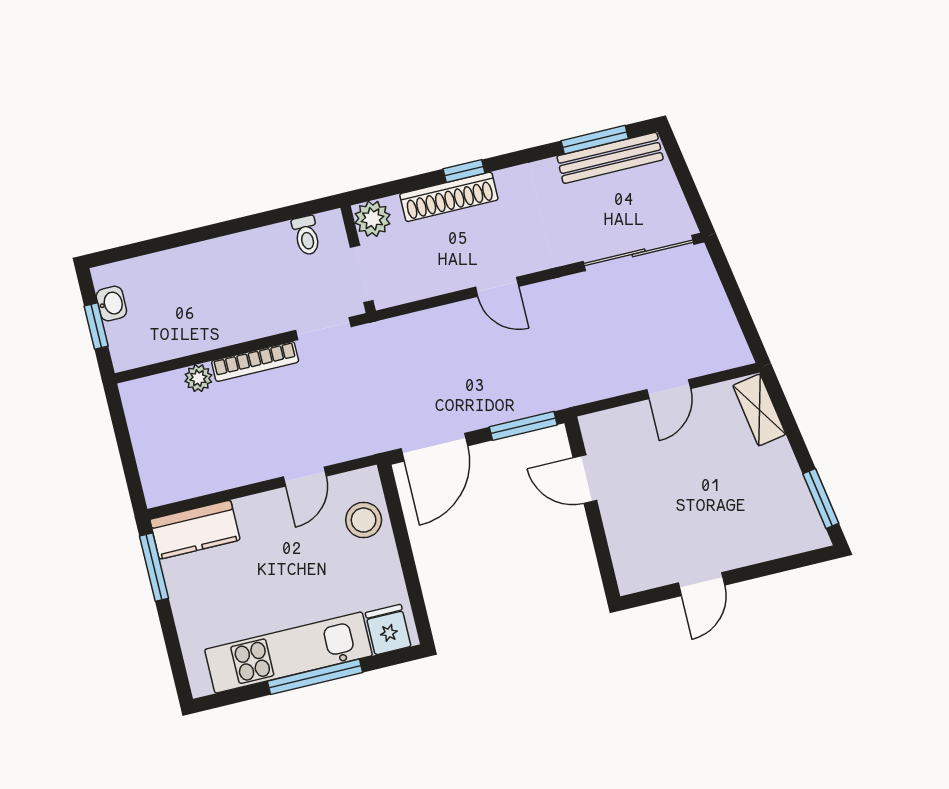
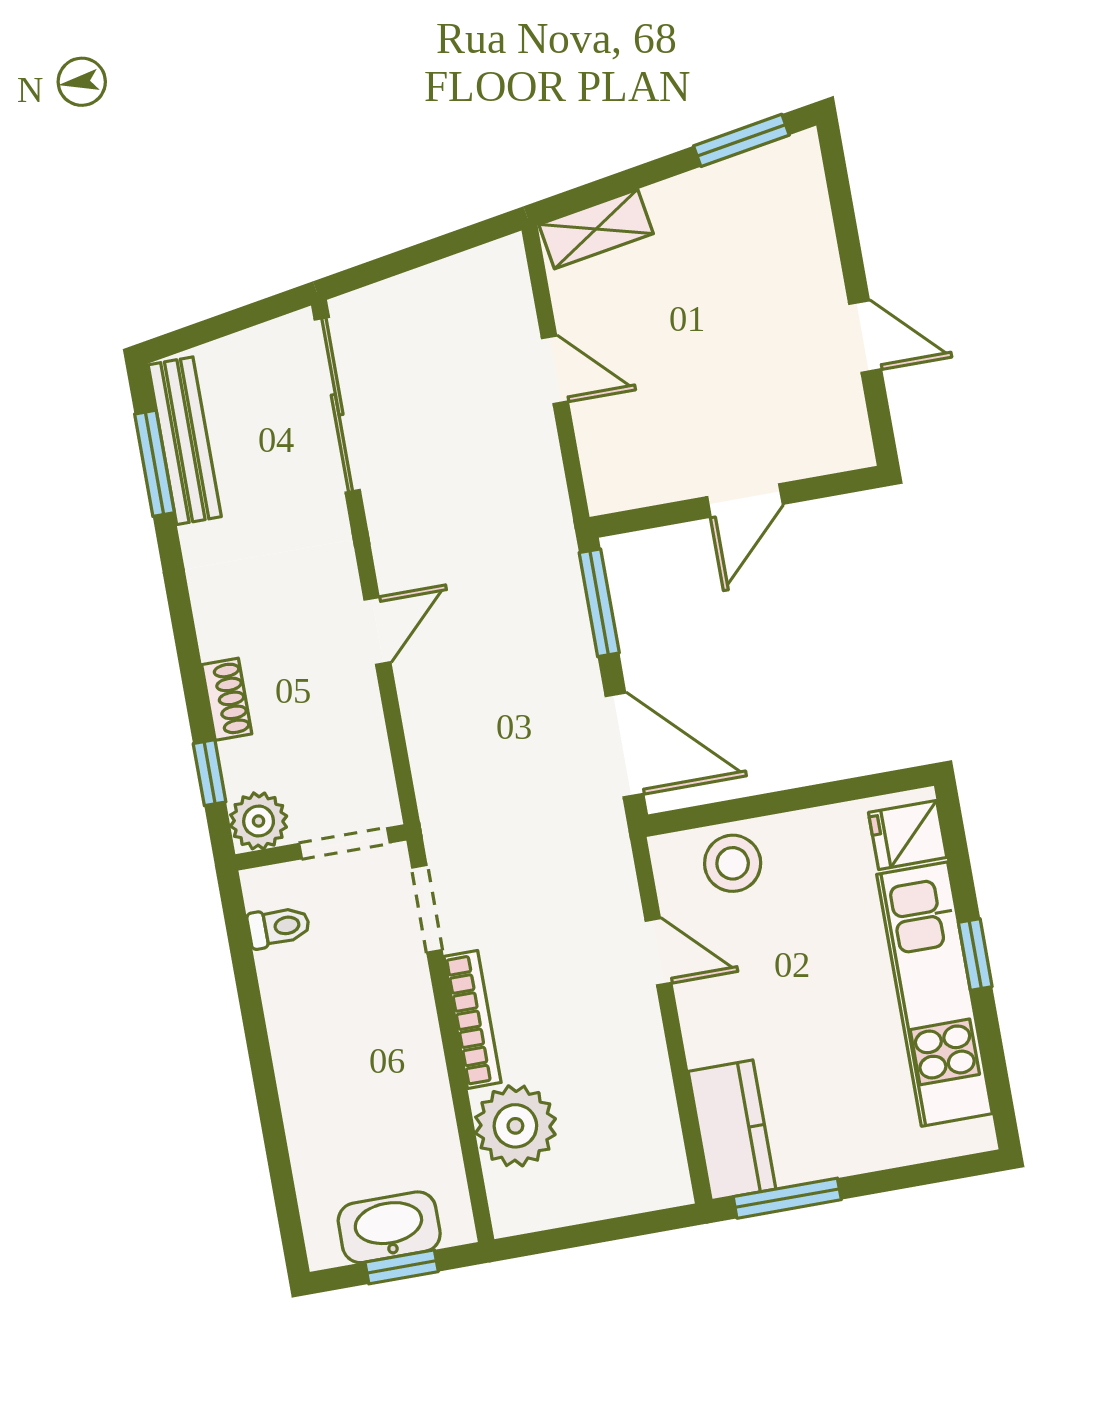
window: (464, 171) -> (210, 773), moved
shoe rack: (449, 197) -> (227, 699), width x0.51, depth x0.81
washbasin: (111, 304) -> (389, 1227), width x1.91, depth x1.45
plant: (198, 378) -> (515, 1126), width x1.87, depth x1.87
door: (585, 479) -> (745, 500), moved
window: (315, 677) -> (975, 954), width x0.46

